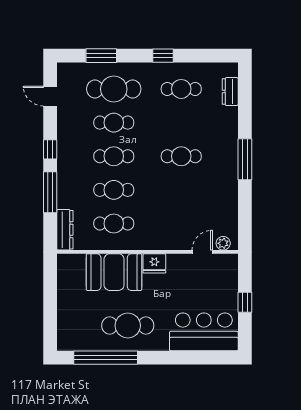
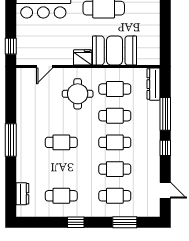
cafe table: (114, 89) -> (115, 196), width x0.73, depth x0.74
round table: (161, 217) -> (78, 94), added
plant: (223, 243) -> (28, 73), removed
window: (245, 302) -> (11, 46), moved

